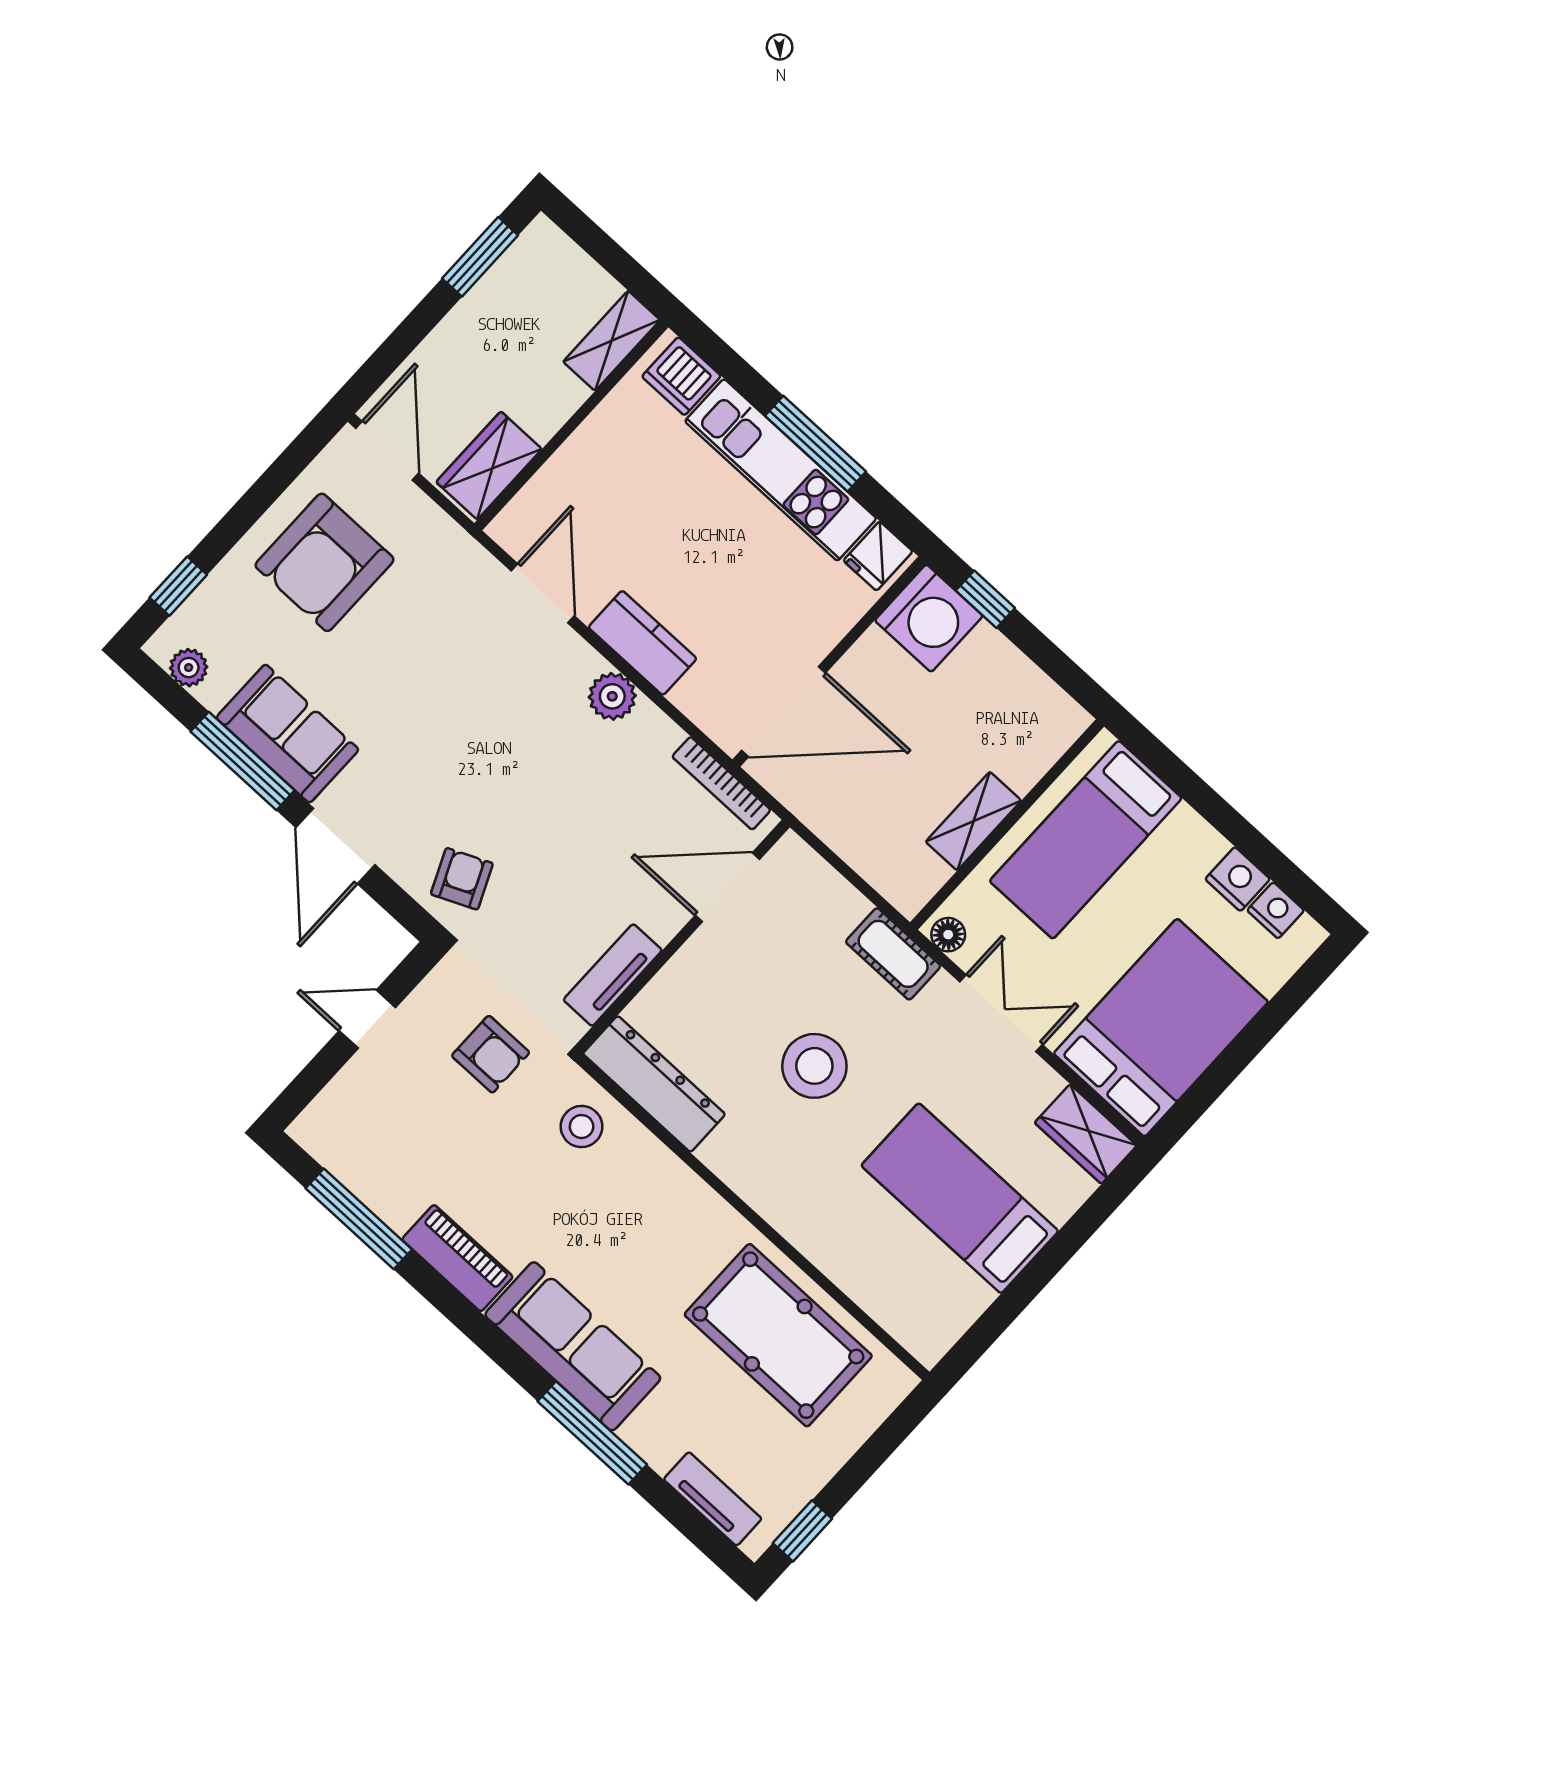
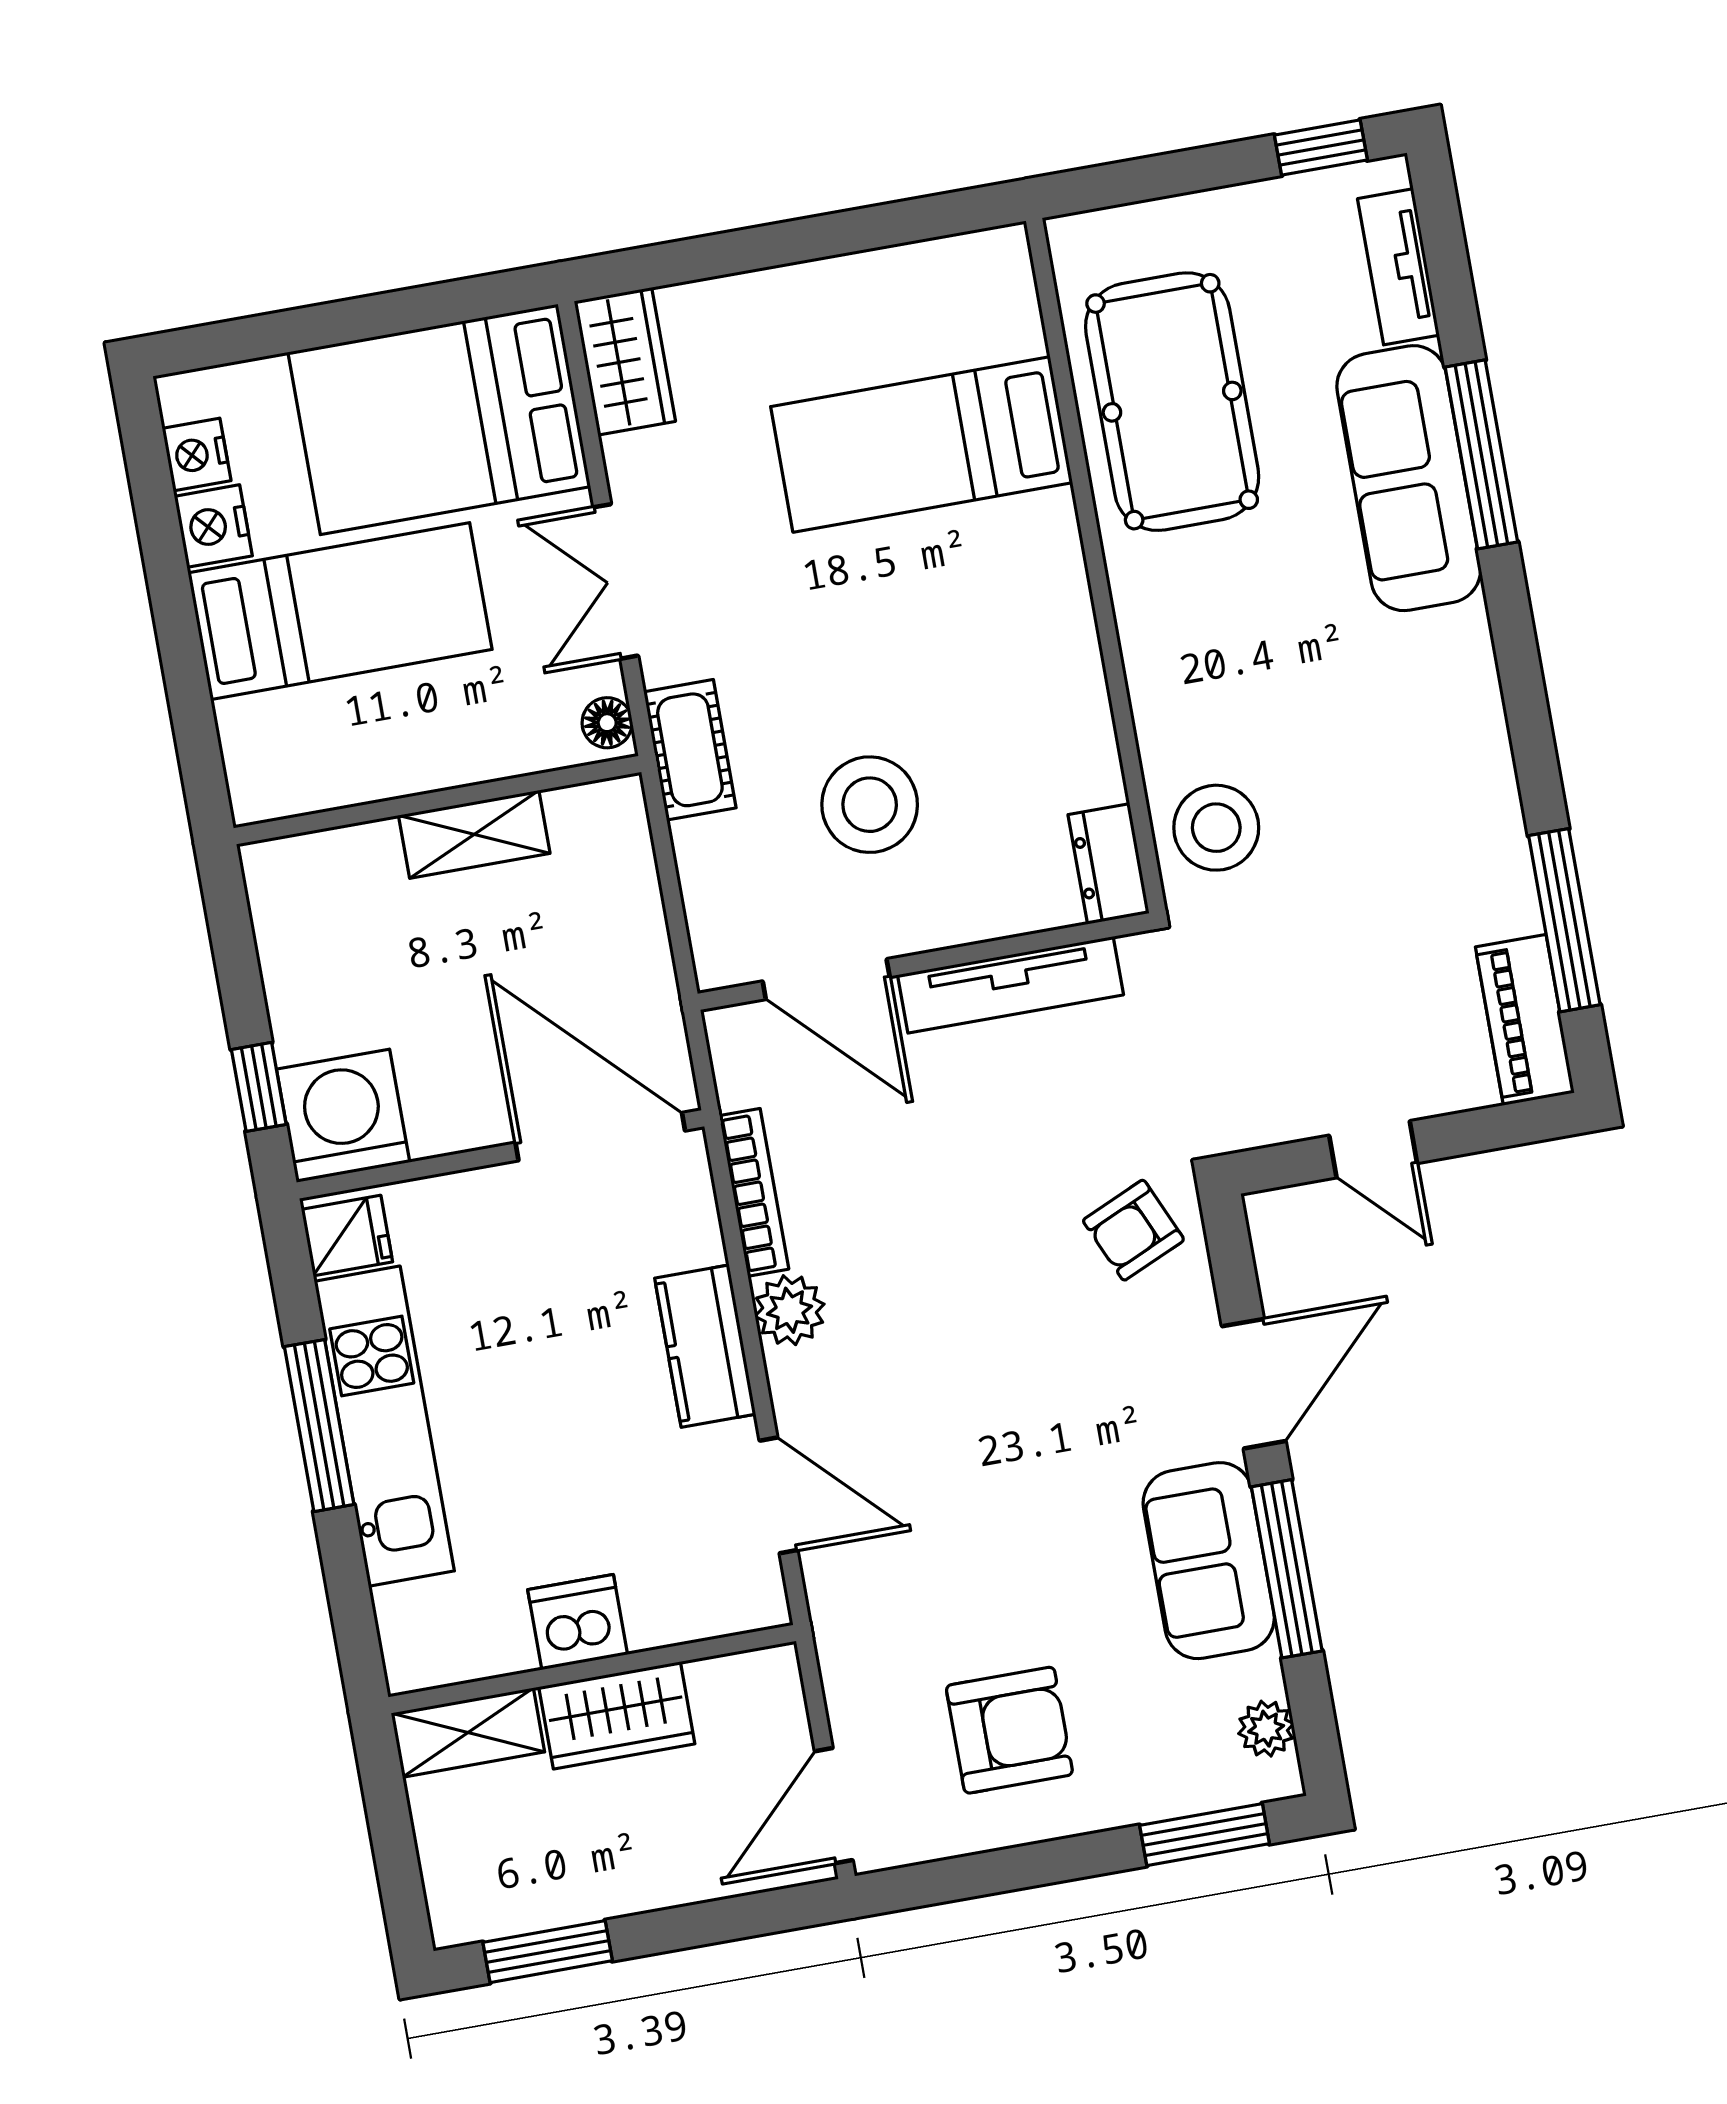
dishwasher: (681, 376) -> (578, 1622), moved, turned -90
wardrobe: (489, 465) -> (617, 1715), moved
armchair: (325, 562) -> (1009, 1730), width x0.73, depth x0.73
window: (178, 586) -> (1205, 1835), width x1.50
door: (543, 593) -> (778, 1495), swing flipped
bookcase: (721, 783) -> (754, 1192), moved
bed: (1086, 840) -> (340, 611), moved
tv unit: (613, 975) -> (1011, 985), width x1.41
armchair: (491, 1054) -> (1258, 996), removed
stool: (814, 1066) -> (870, 805), moved
dresser: (654, 1084) -> (1109, 864), width x0.51, depth x0.80
stool: (582, 1127) -> (1216, 828), width x1.38, depth x1.38
bed: (960, 1198) -> (922, 445), moved, turned 90
piano: (457, 1258) -> (1525, 1020), moved
sofa: (573, 1346) -> (1409, 478), moved

